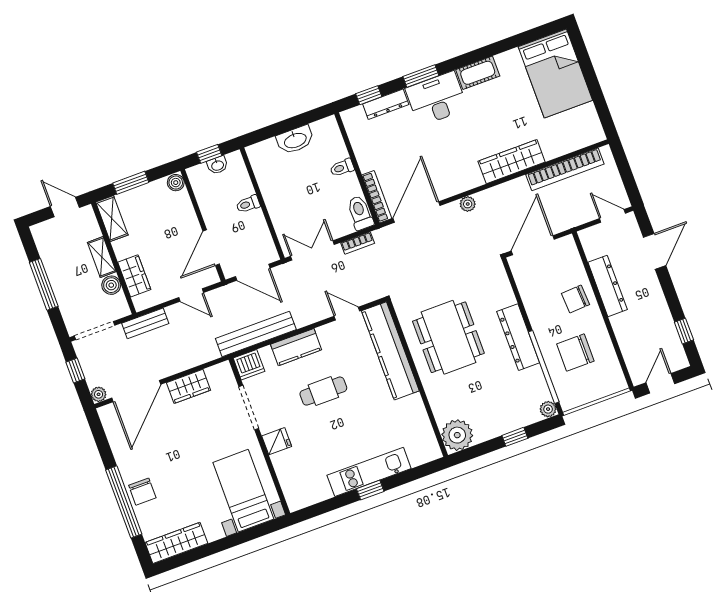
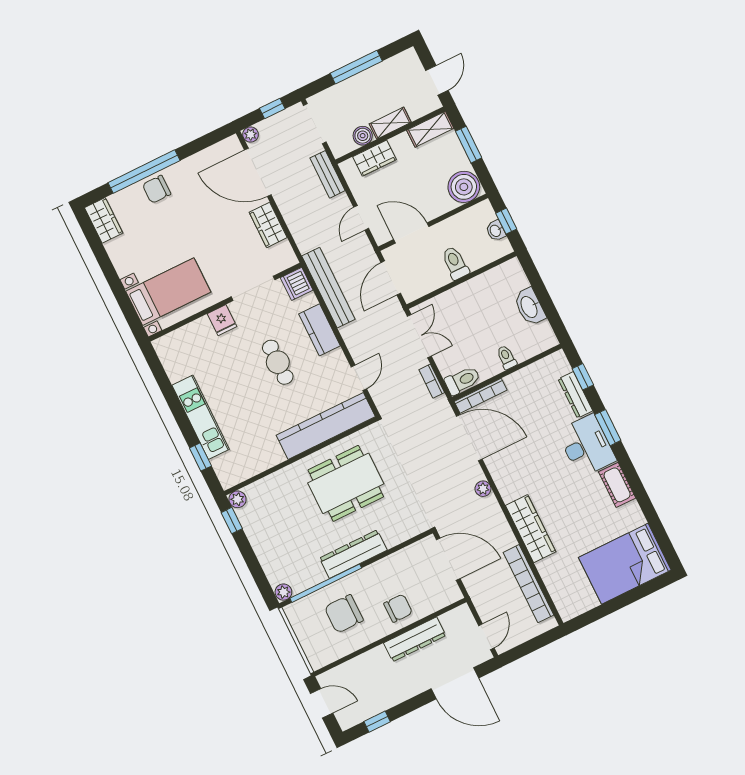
boiler: (176, 183) -> (464, 187), width x1.86, depth x1.86
toilet: (248, 204) -> (455, 263), width x1.37, depth x1.39
door: (655, 251) -> (455, 683), width x1.36
chair: (575, 299) -> (398, 608), turned 93
chair: (575, 352) -> (344, 614), turned -90
plant: (457, 435) -> (237, 499), width x0.53, depth x0.53
window: (515, 437) -> (232, 521), moved
window: (370, 490) -> (200, 457), moved
wardrobe: (176, 543) -> (104, 220), width x0.67

